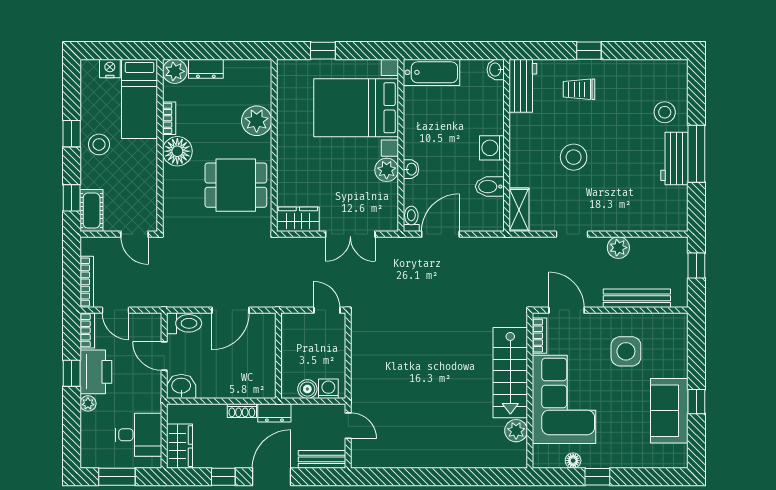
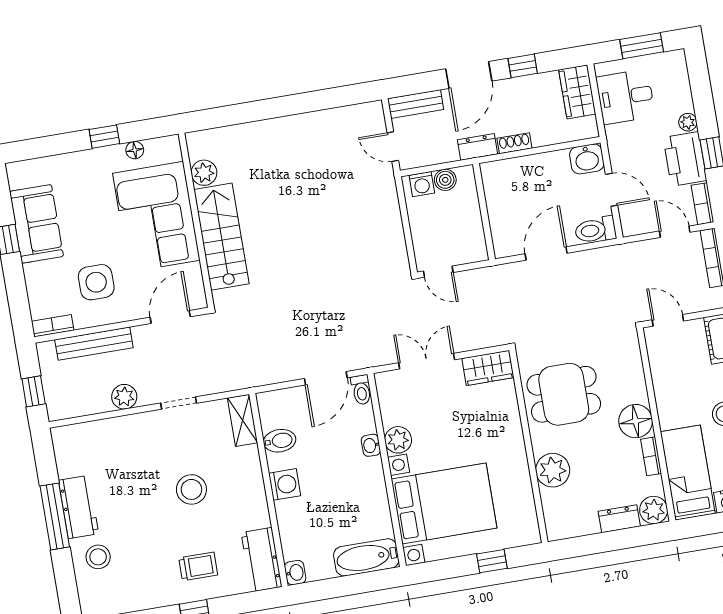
door: (567, 310) -> (170, 317), swing flipped
bookcase: (540, 336) -> (53, 326), moved, turned 90

